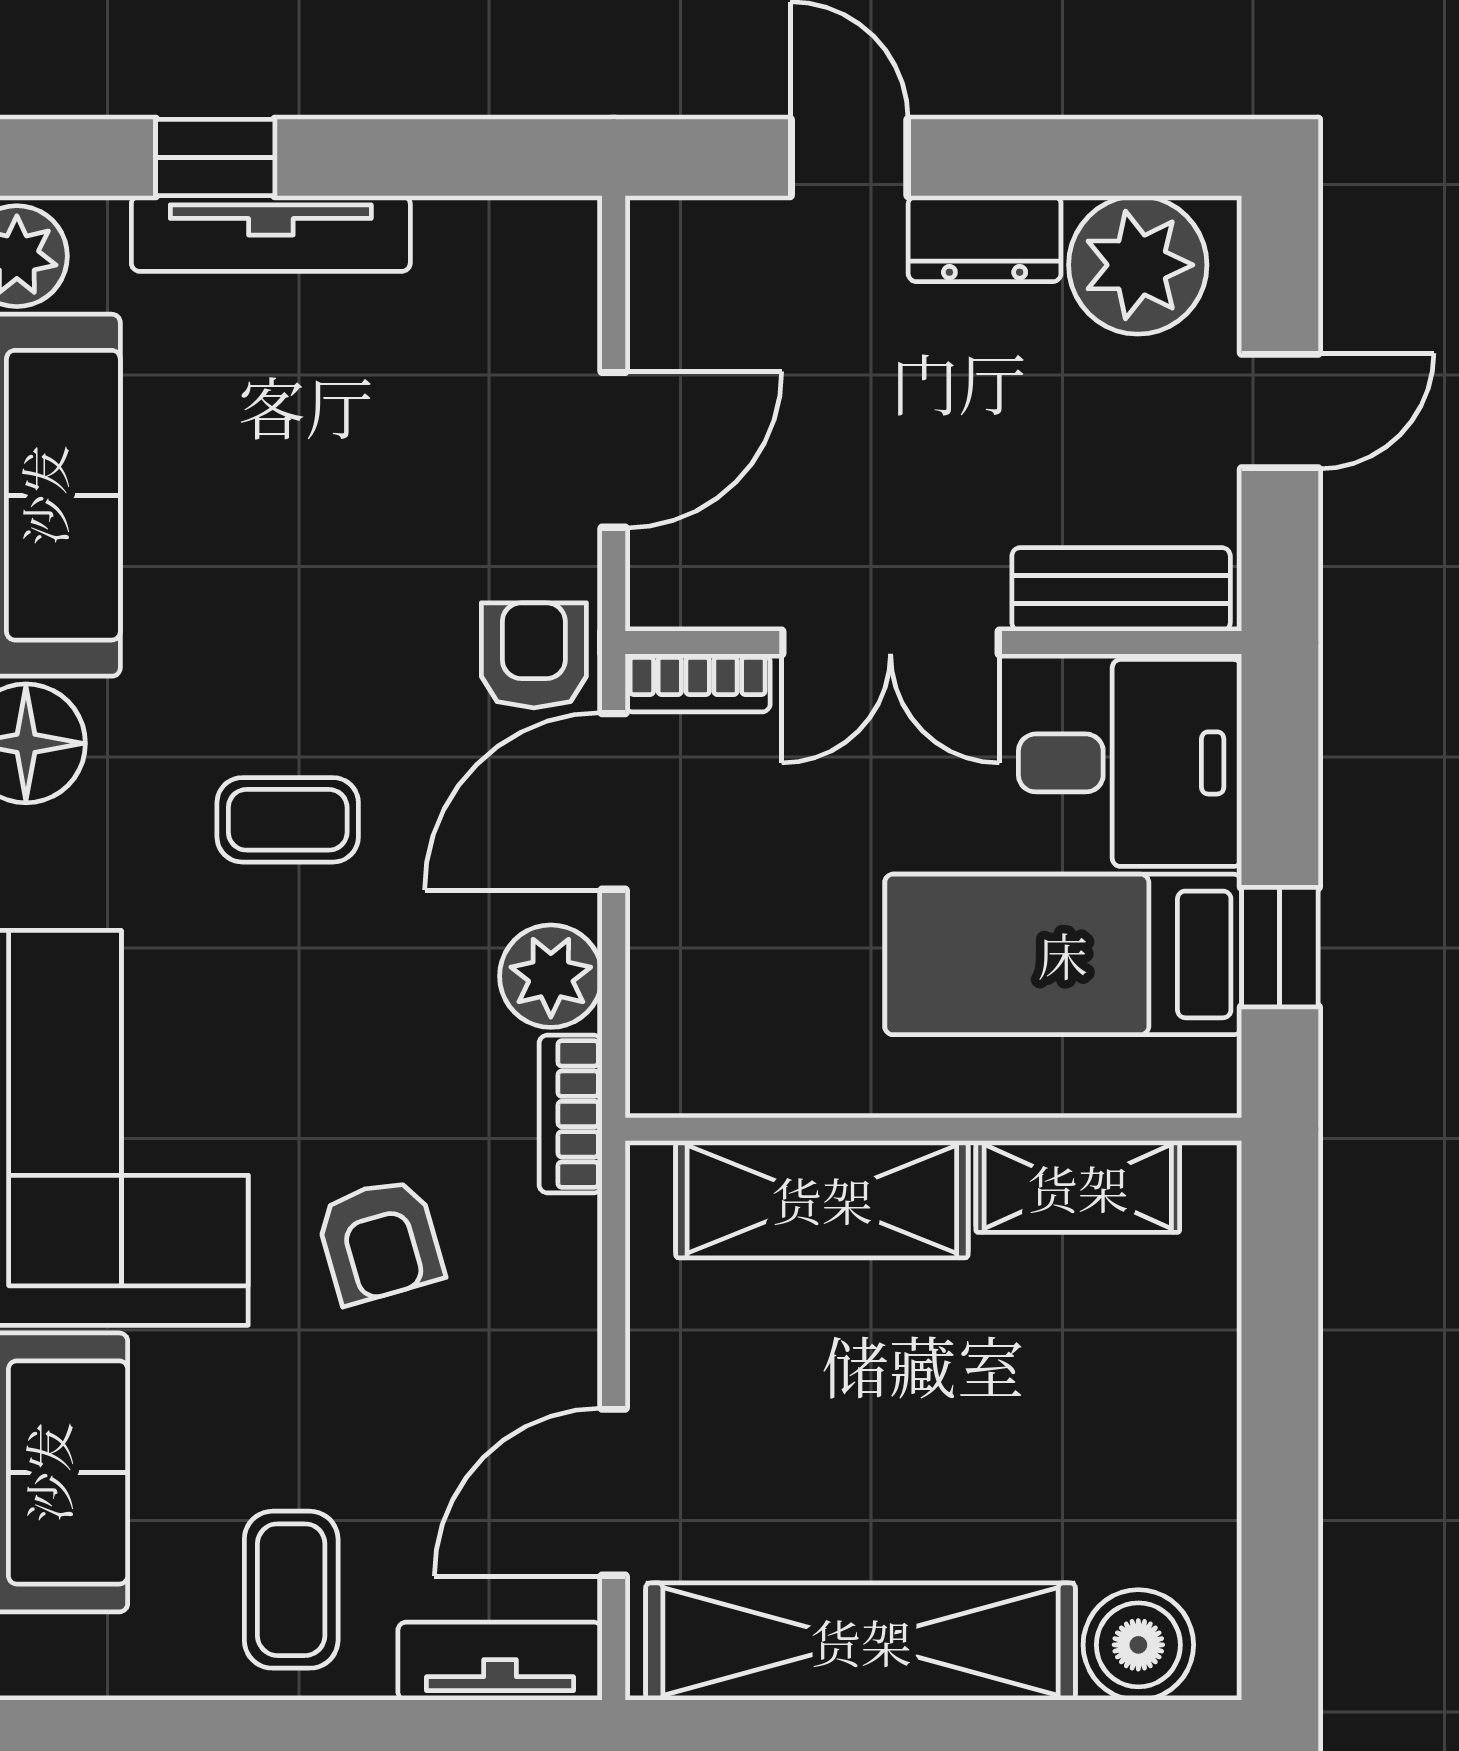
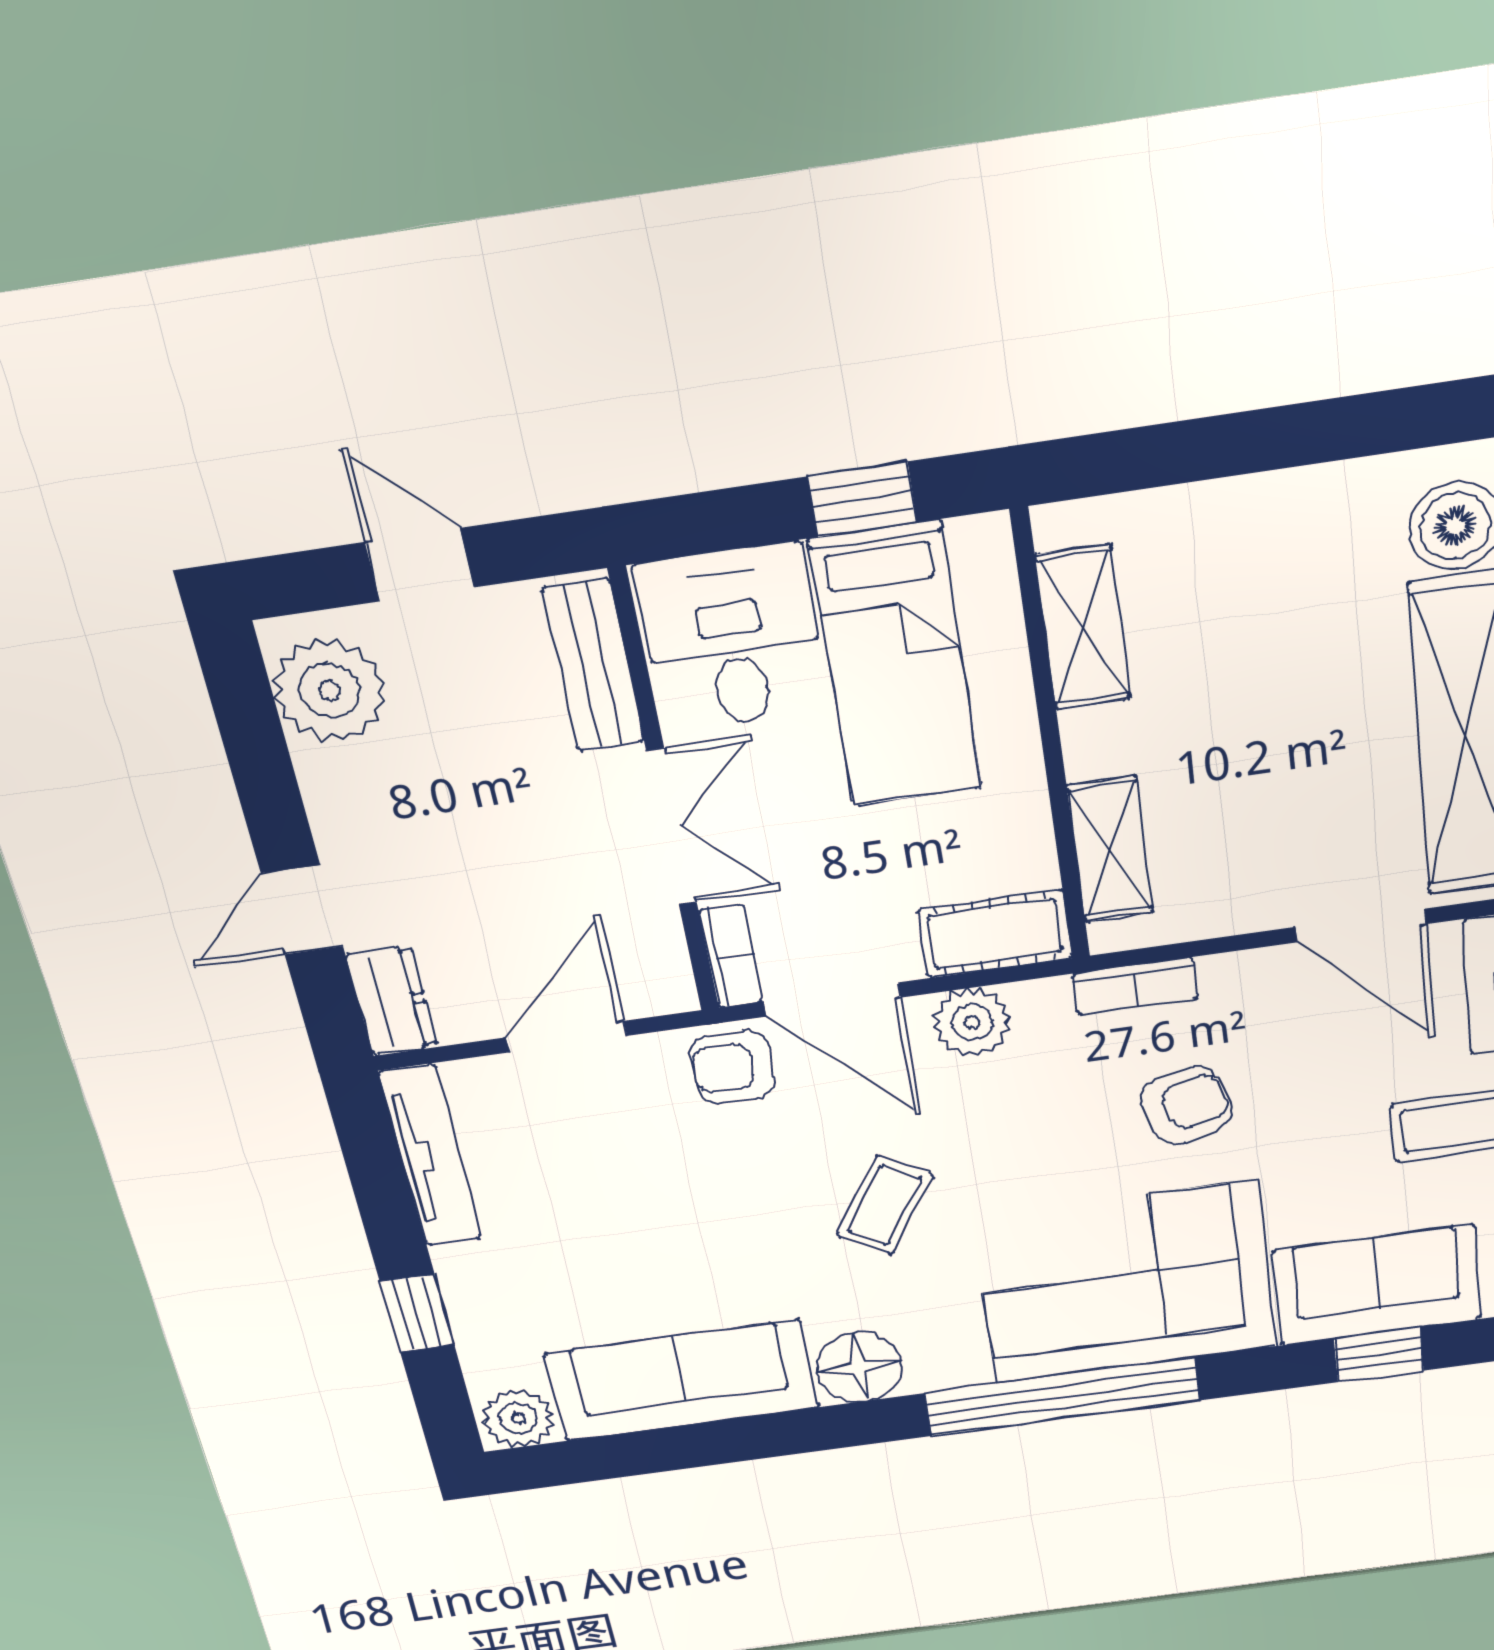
tv unit: (271, 234) -> (430, 1156), moved
dresser: (985, 239) -> (392, 1001), moved
door: (614, 450) -> (566, 1037), hinge flipped
coffee table: (288, 820) -> (885, 1205), turned 32
cot: (676, 1024) -> (995, 934), added
bookcase: (571, 1114) -> (1135, 986), moved
shelving: (822, 1199) -> (1110, 849), width x0.67, depth x0.75

